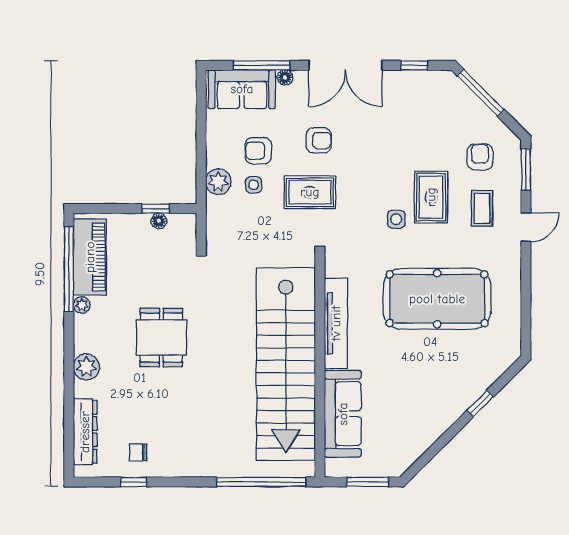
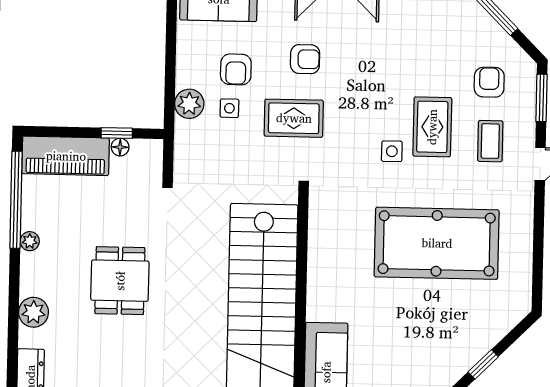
armchair: (258, 151) -> (236, 69), turned -90
piano: (90, 257) -> (66, 156), moved, turned 90
tv unit: (336, 323) -> (320, 269), removed

